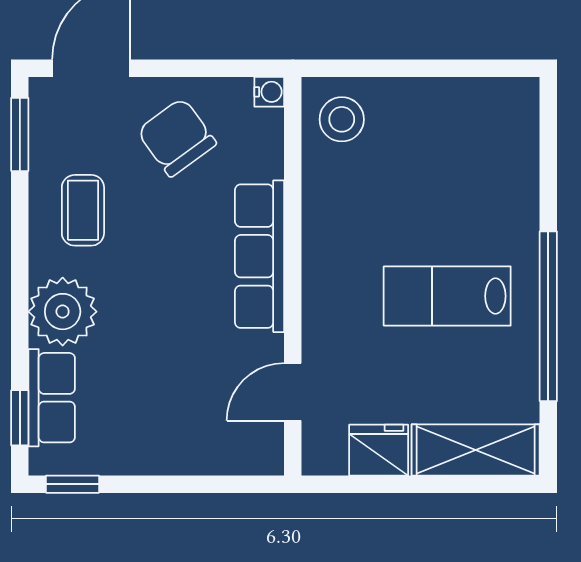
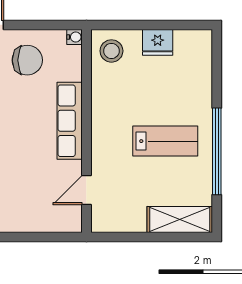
chair: (177, 137) -> (27, 60), turned 126
lab bench: (447, 296) -> (165, 141), turned 180
fridge: (379, 450) -> (158, 42), moved, turned 180

